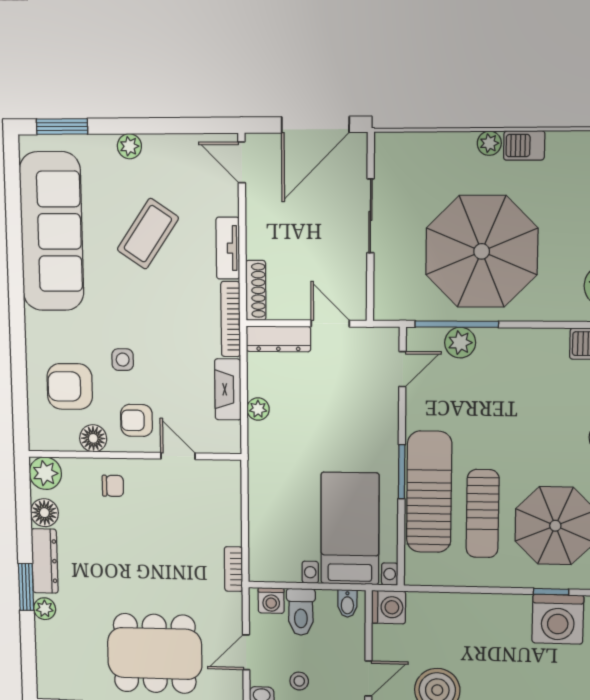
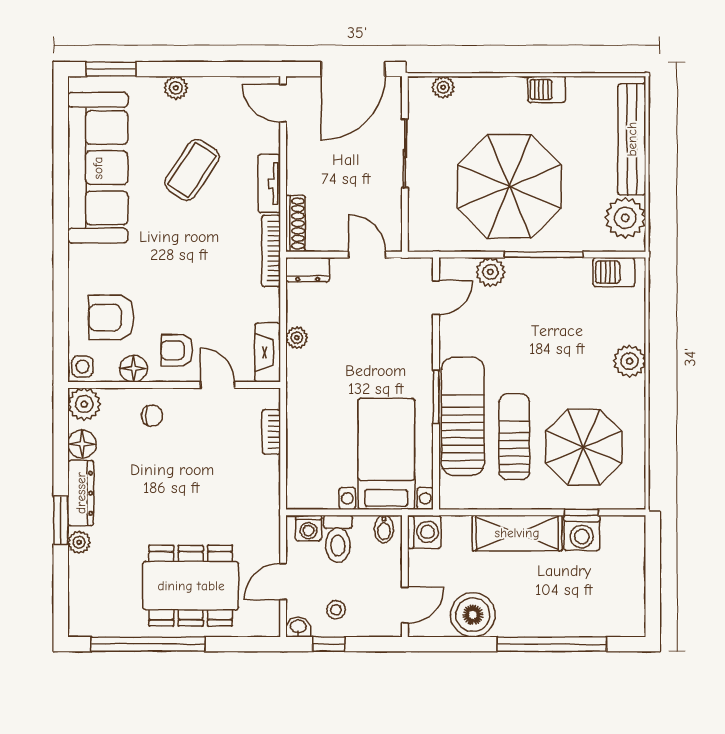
plant: (489, 143) -> (443, 87), moved
window: (457, 324) -> (544, 255), moved
dresser: (278, 339) -> (308, 270), width x0.70
side table: (123, 360) -> (82, 367), moved
fireplace: (228, 389) -> (268, 352), moved
sun lounger: (483, 514) -> (514, 437), turned 180
bookcase: (234, 569) -> (271, 432), moved
shelving: (484, 611) -> (517, 533), added
washing machine: (558, 619) -> (582, 533), width x0.73, depth x0.73

